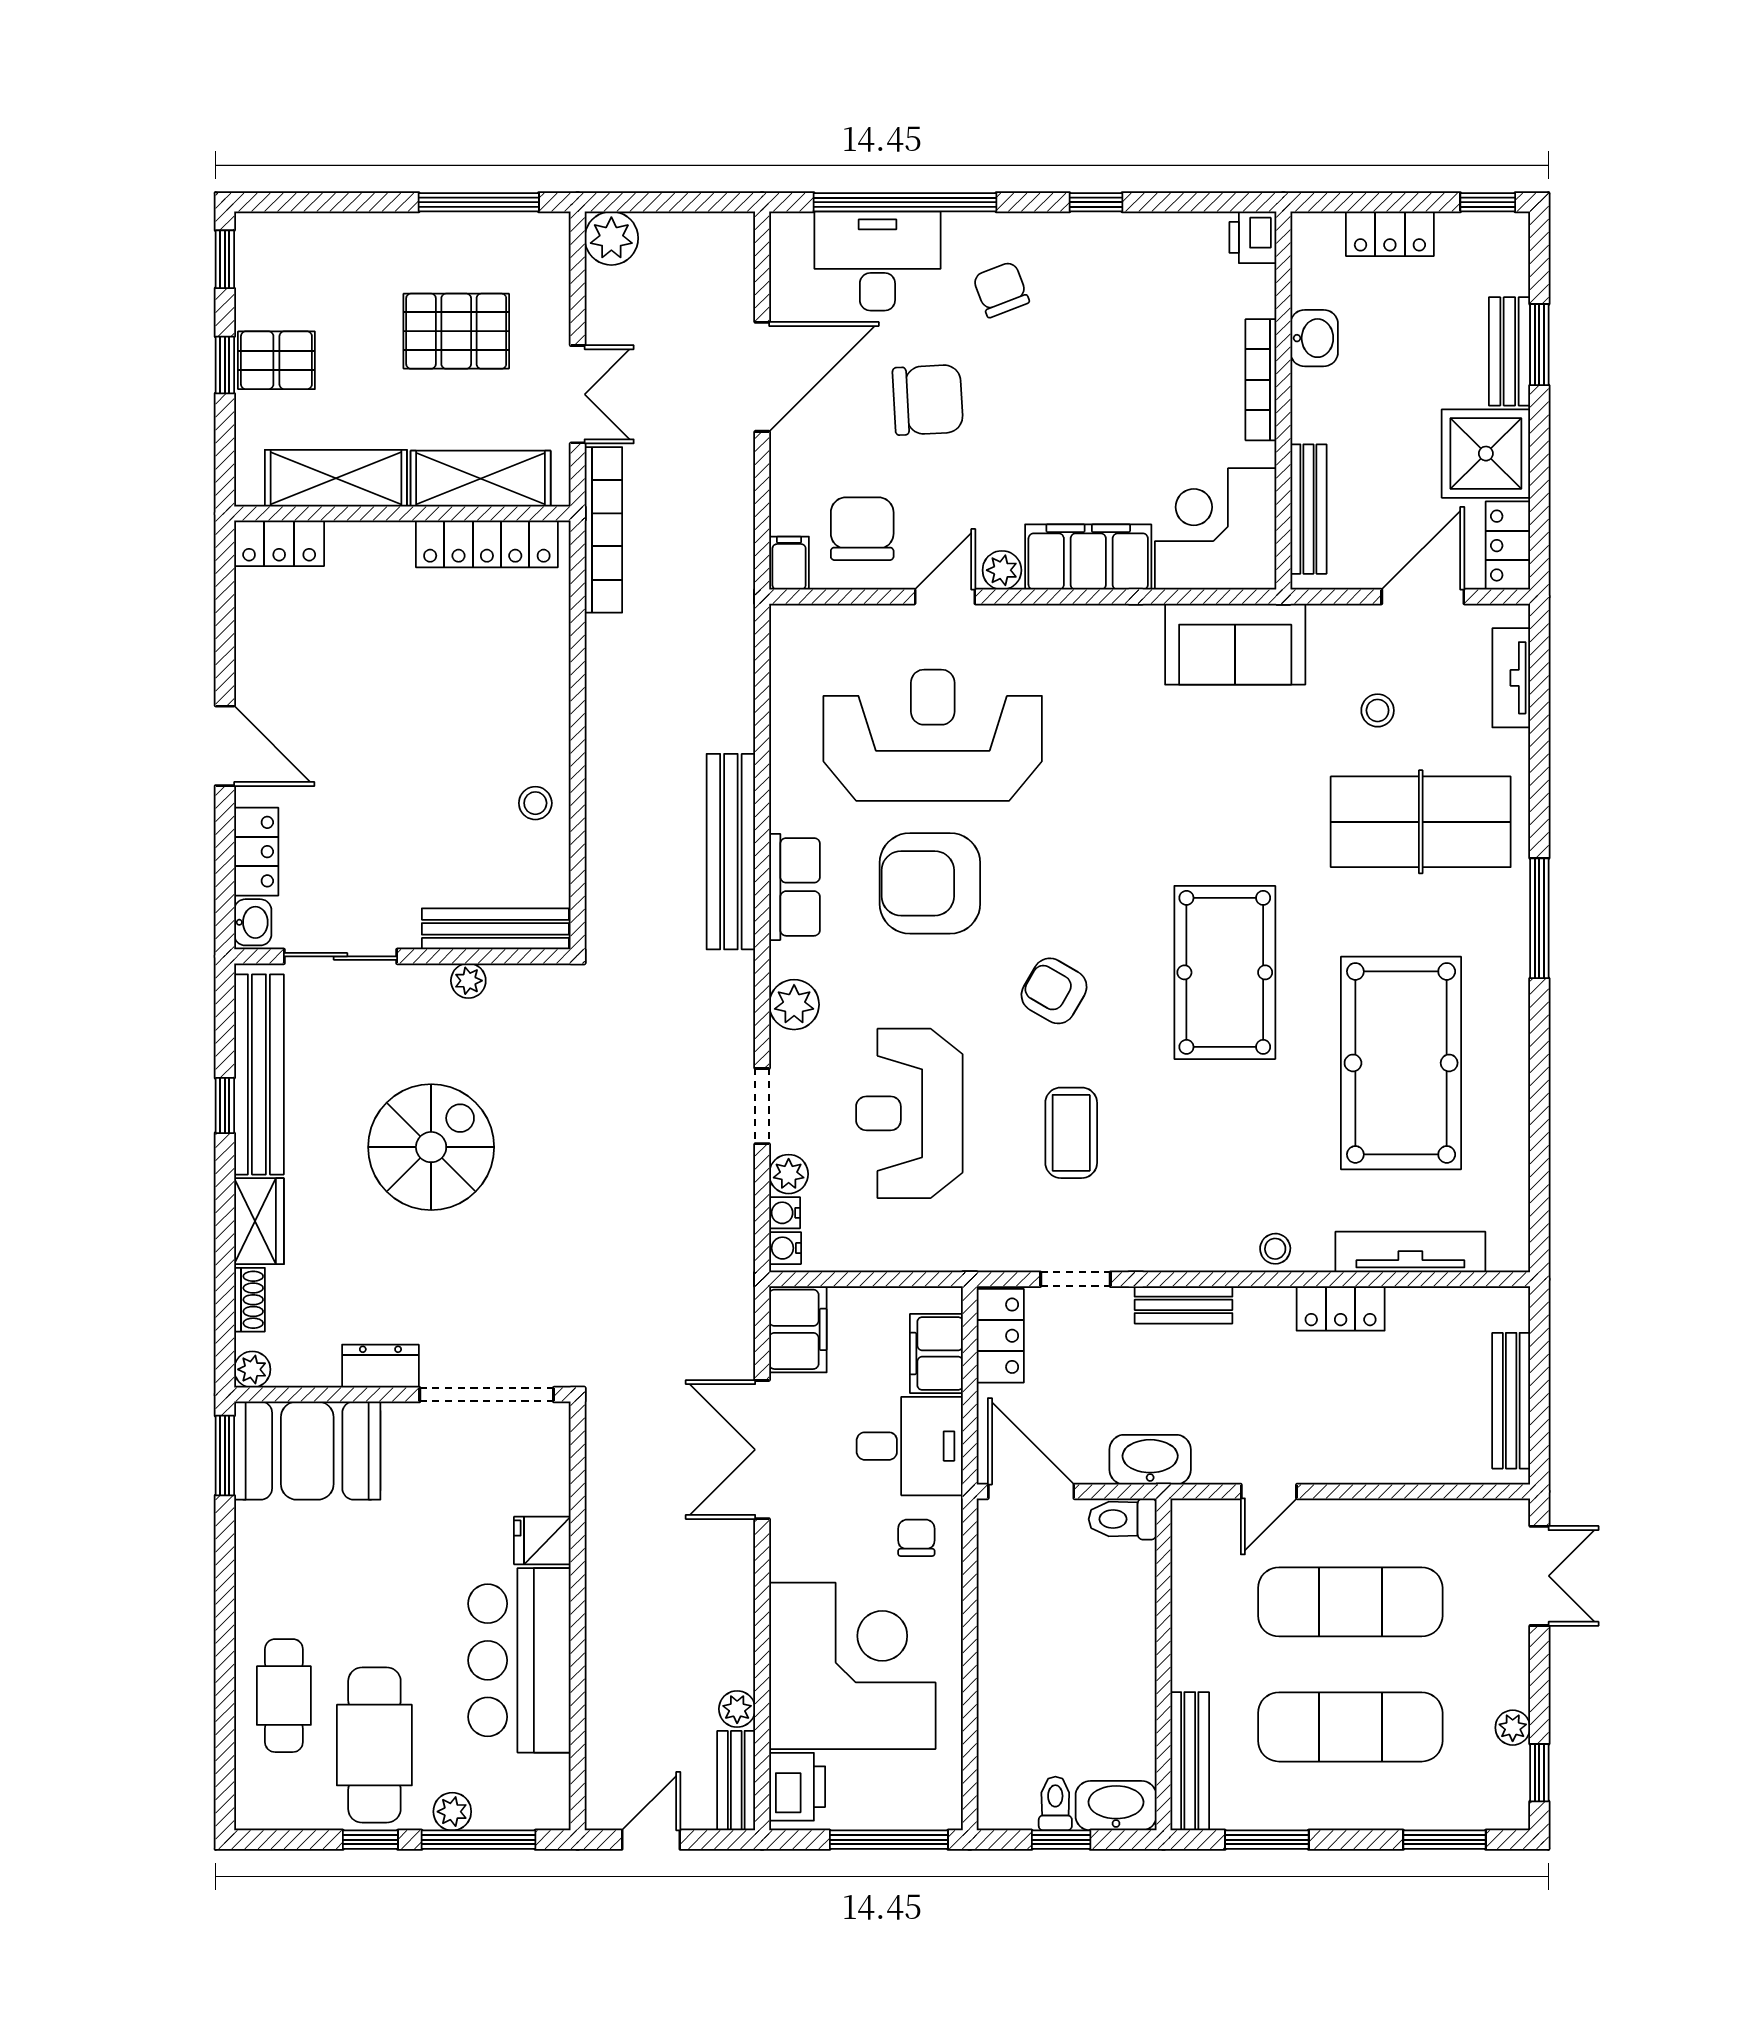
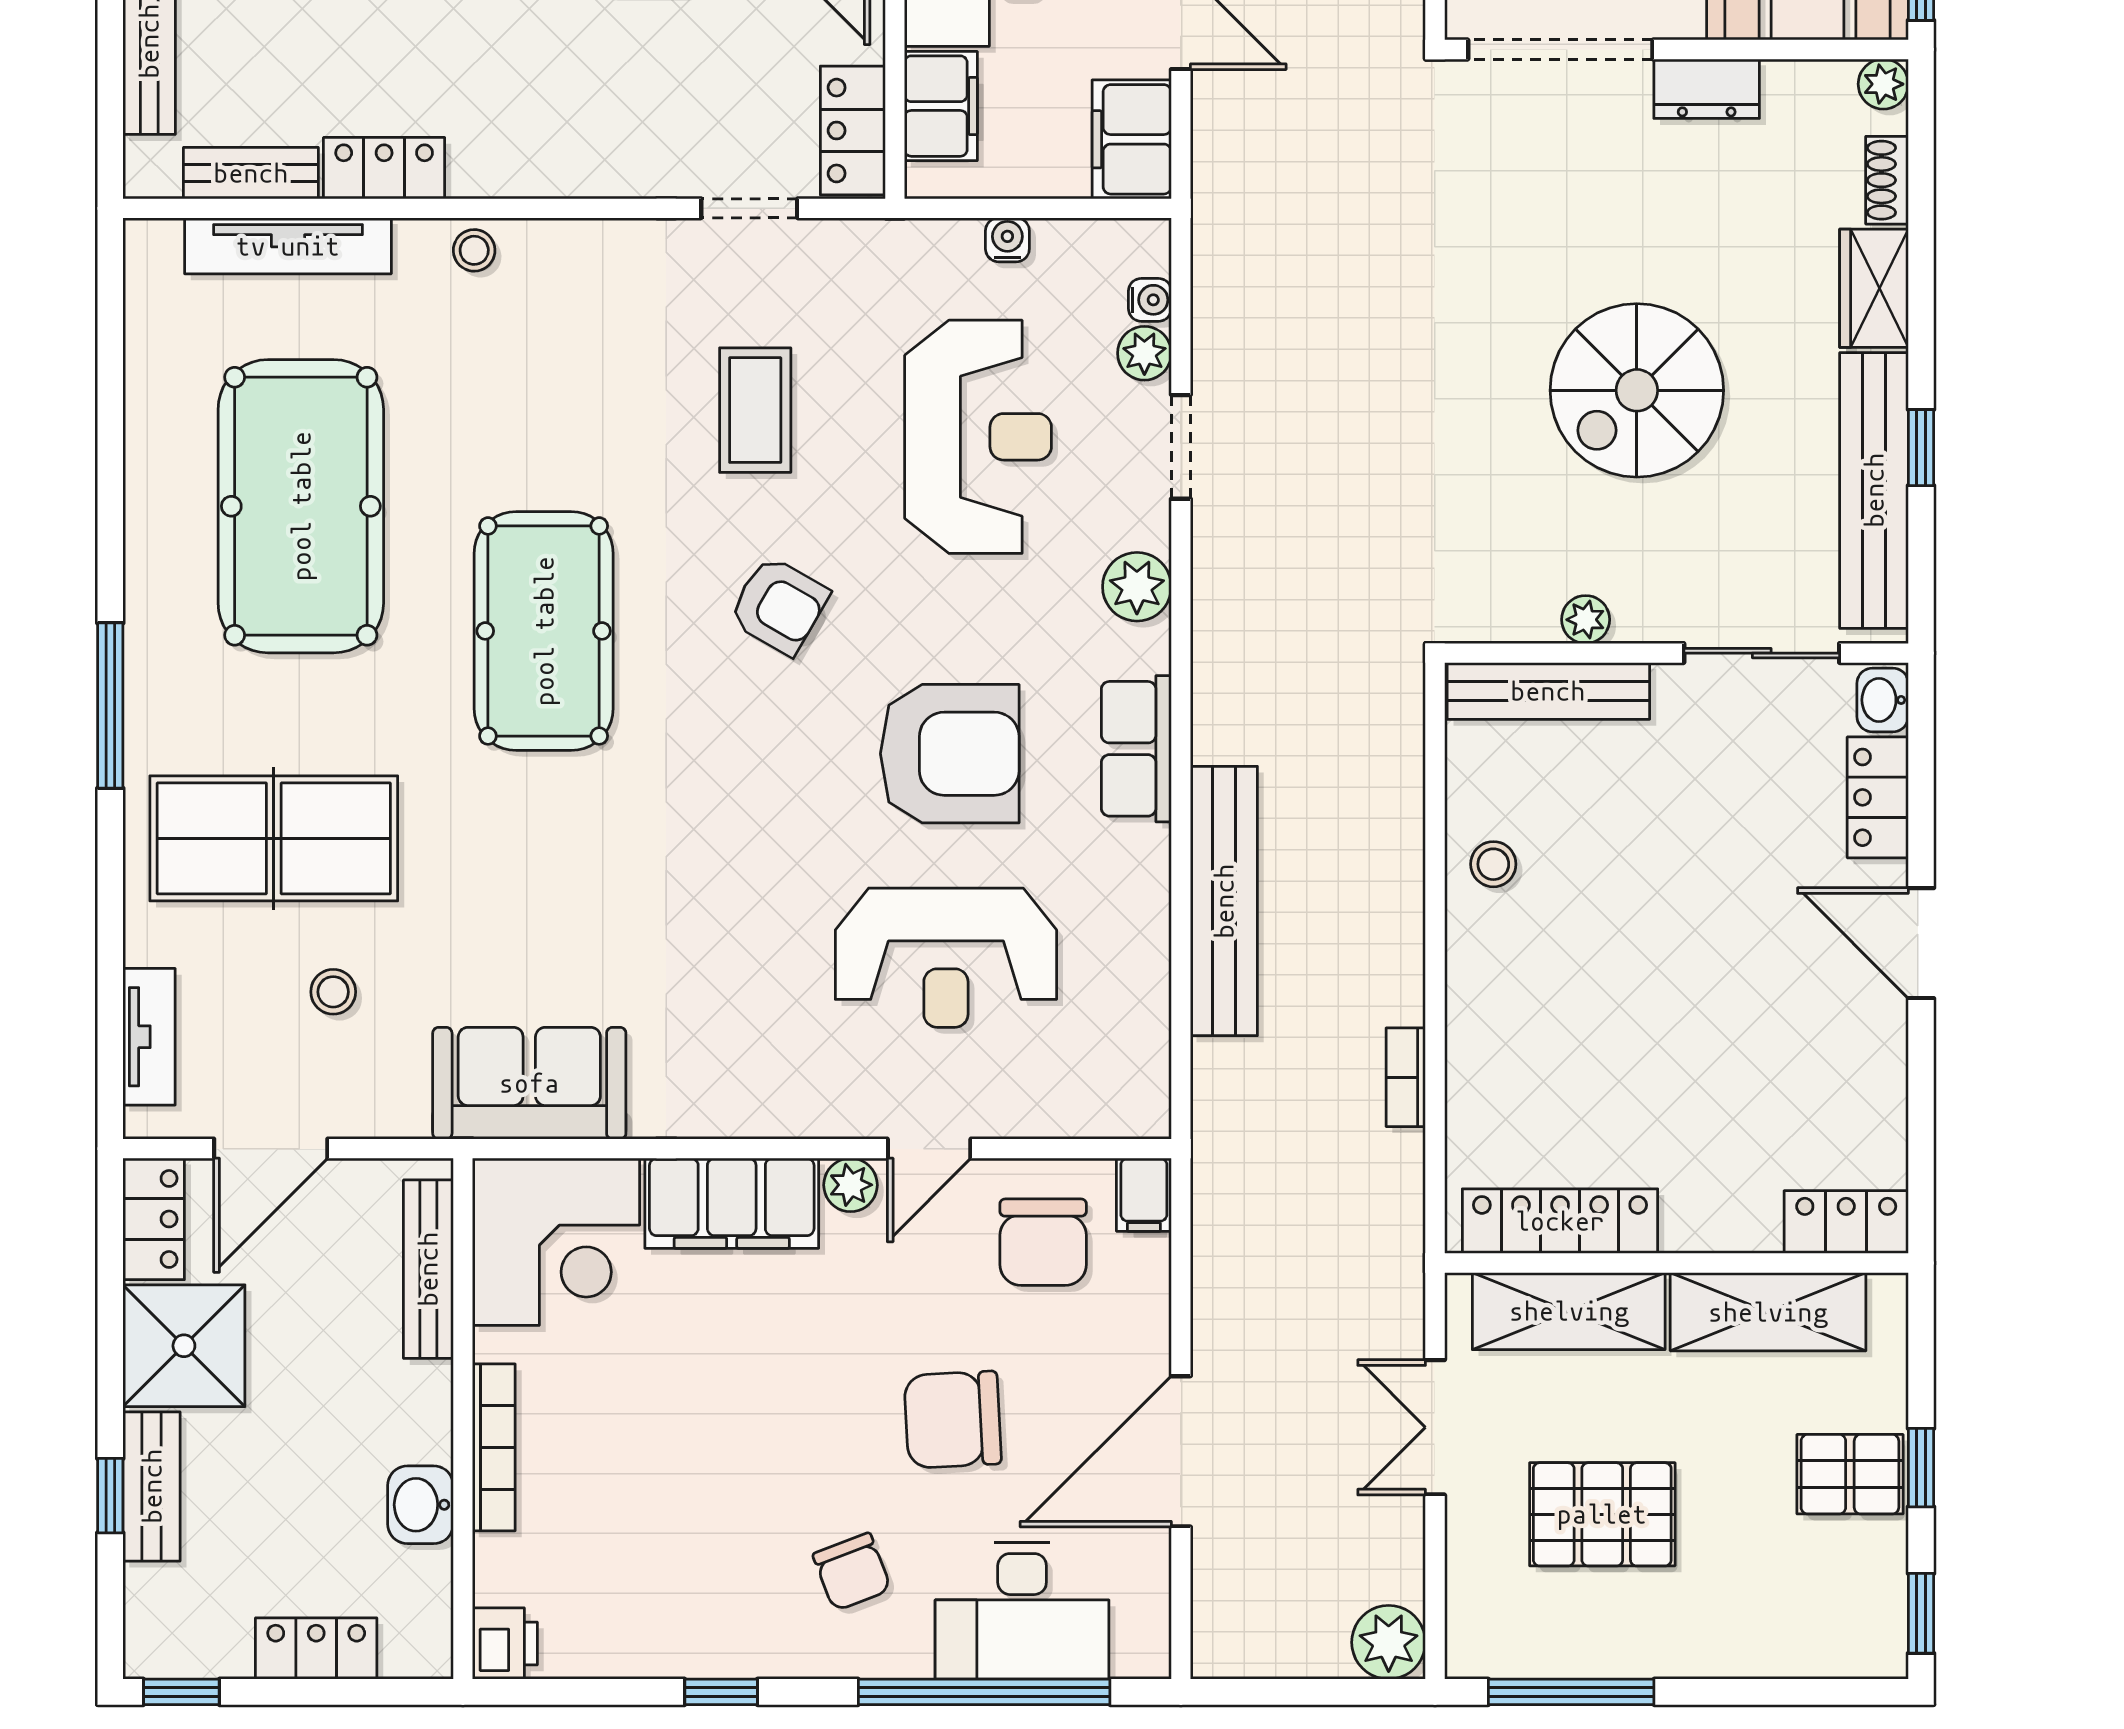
window: (1539, 345) -> (110, 1496), width x0.67
bookcase: (603, 530) -> (1406, 1077), moved, width x0.43, depth x0.76
reception desk: (933, 735) -> (946, 958), width x0.74, depth x0.77
bench: (731, 852) -> (1224, 901), moved
water cooler: (785, 1248) -> (1007, 240), moved, turned -90
bench: (1184, 1305) -> (251, 173), moved

